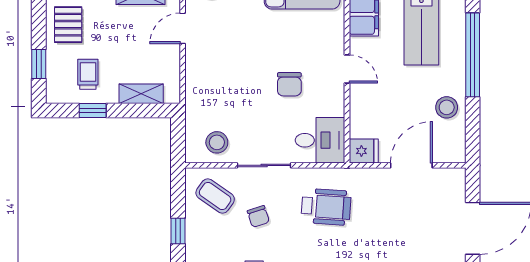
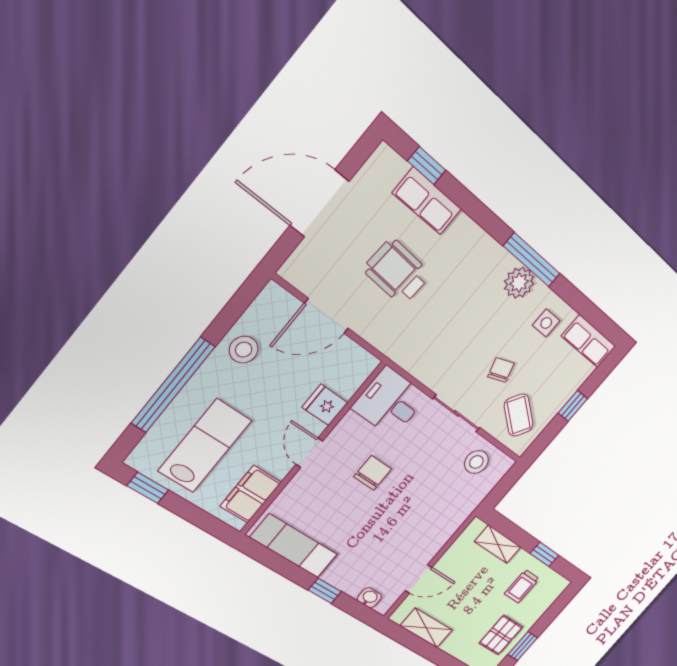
window: (39, 64) -> (523, 646), moved
fridge: (364, 151) -> (325, 405), moved
wheelchair: (326, 207) -> (397, 272), moved

